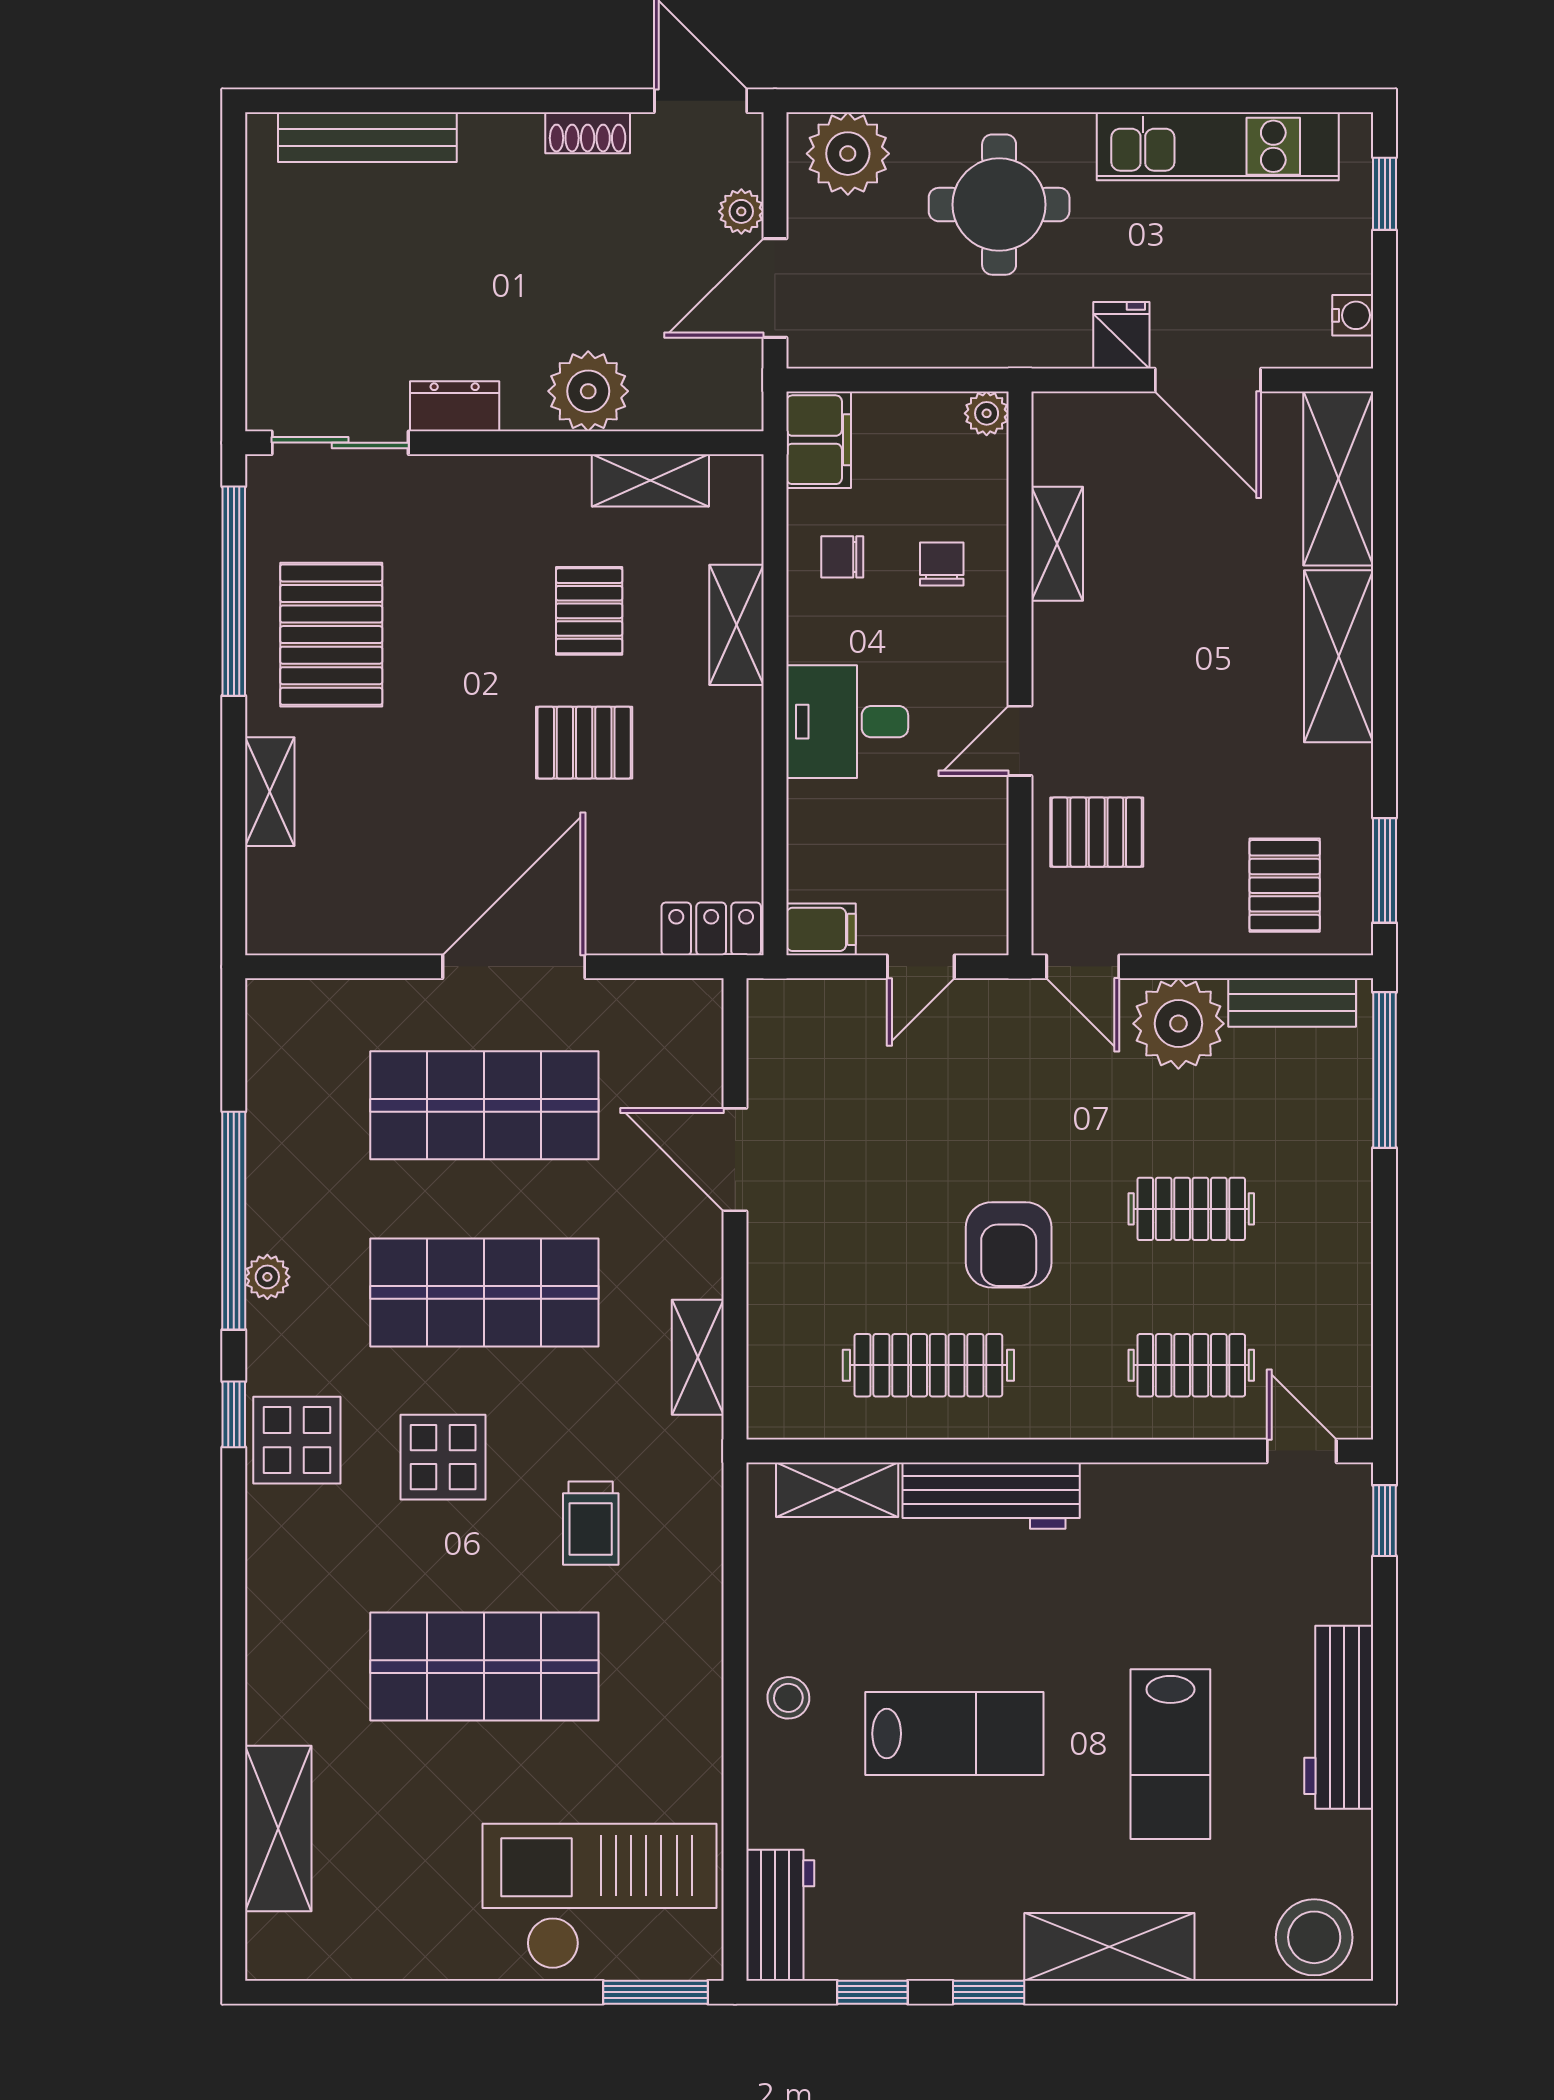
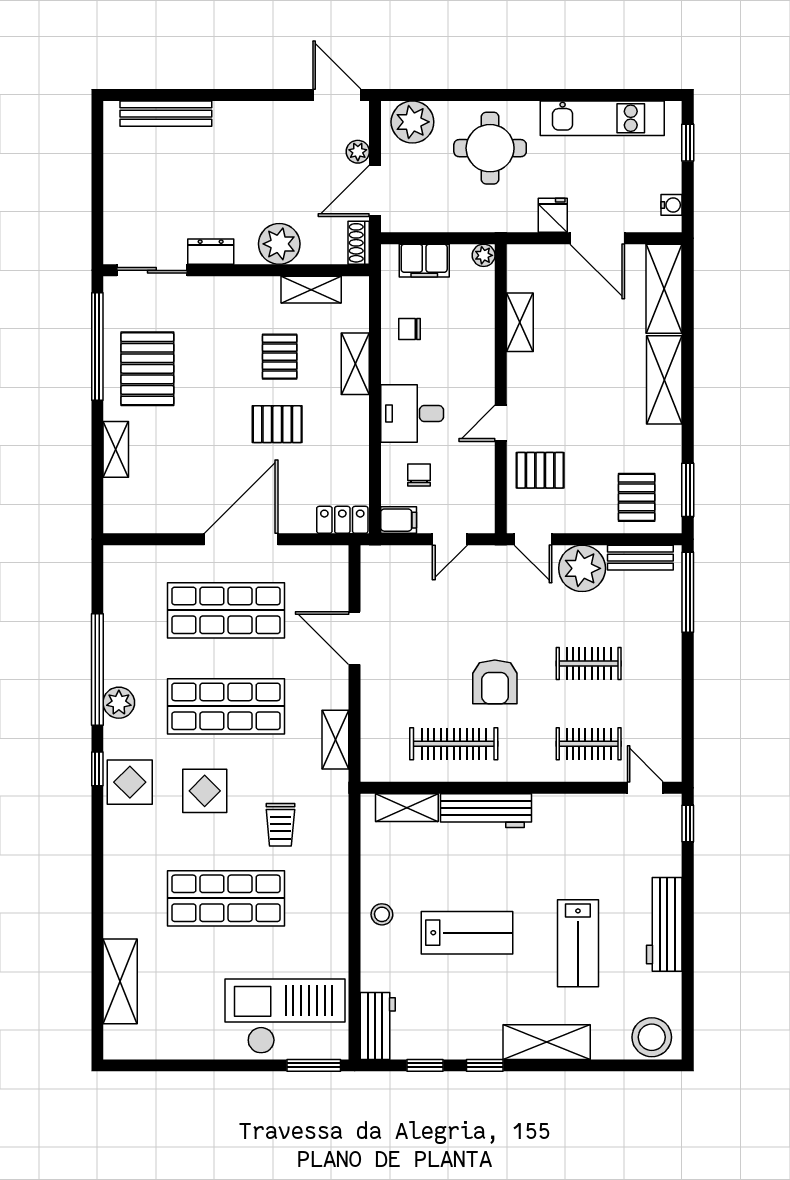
shoe rack: (588, 133) -> (359, 243), moved, turned 90
filing cabinet: (819, 440) -> (424, 261), moved, turned 90
chair: (942, 564) -> (419, 475), moved
plant: (267, 1277) -> (119, 703), width x1.38, depth x1.38

